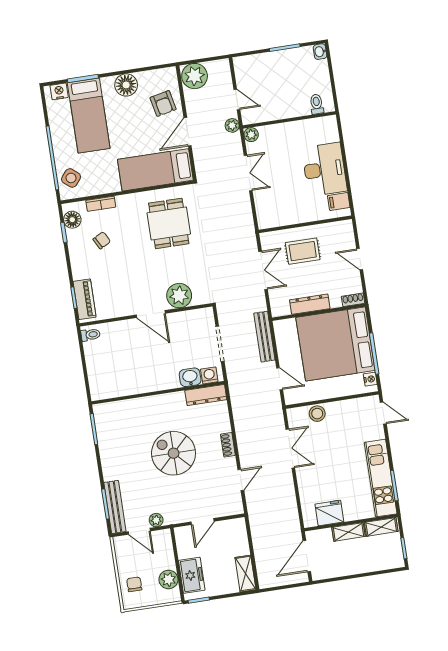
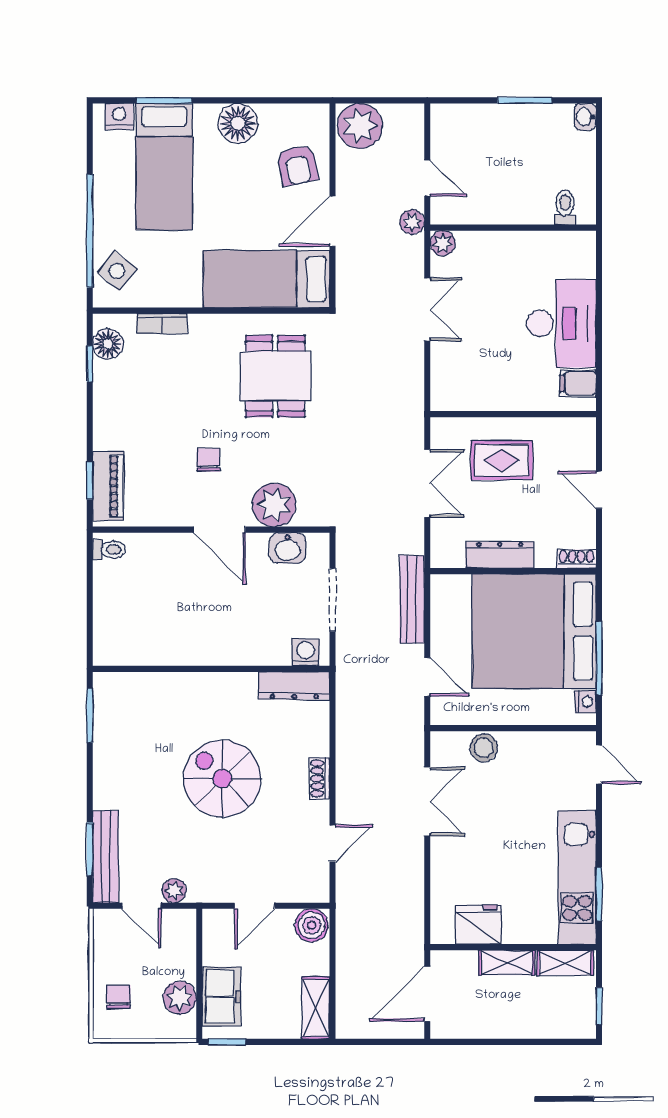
chair: (102, 240) -> (208, 460), moved, turned -62
washbasin: (190, 377) -> (288, 548), moved, turned 180
boiler: (236, 528) -> (312, 925), added

